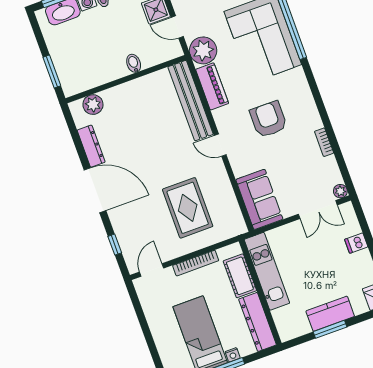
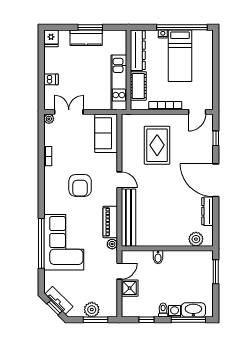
door: (177, 27) -> (119, 271), hinge flipped
plant: (203, 50) -> (112, 244), width x0.53, depth x0.53

